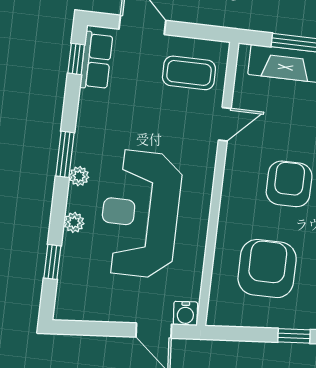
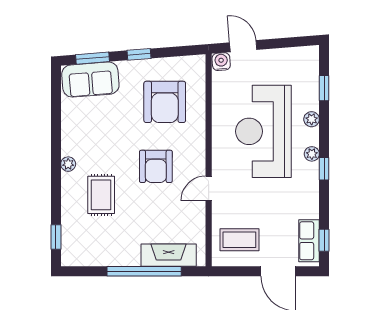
door: (225, 124) -> (209, 188), moved
window: (65, 154) -> (324, 169), width x0.67
reception desk: (140, 214) -> (263, 131), turned 180

